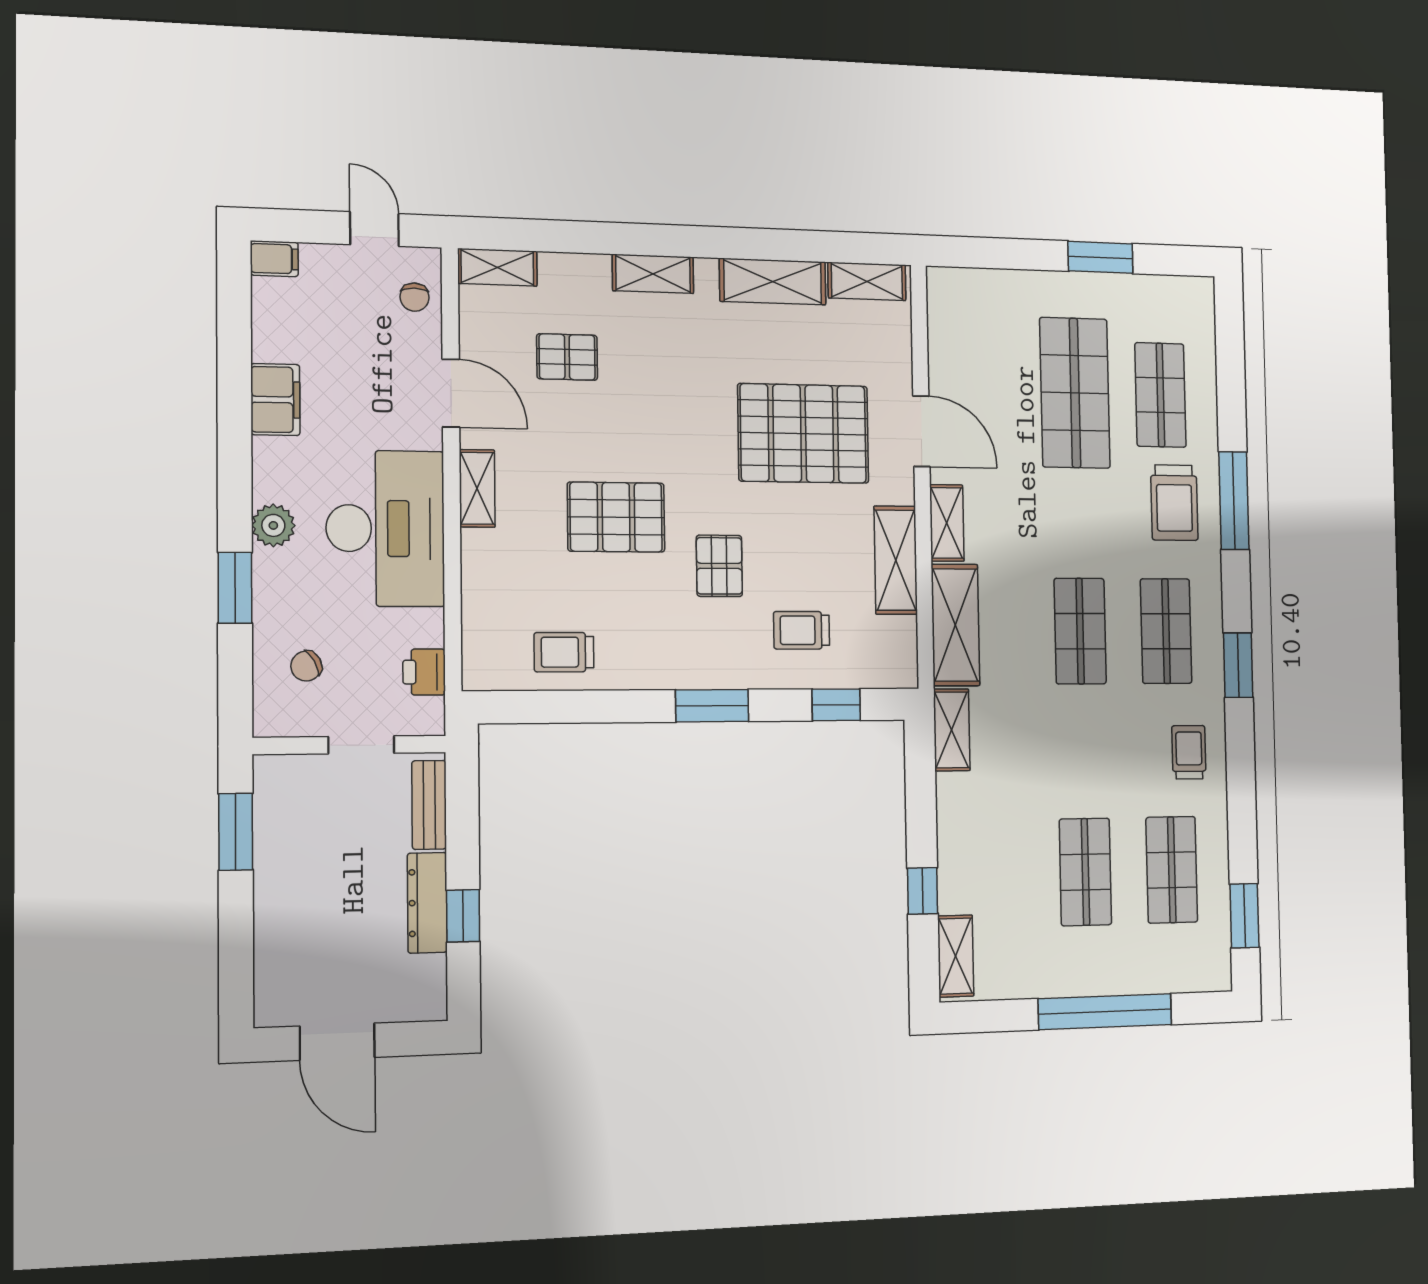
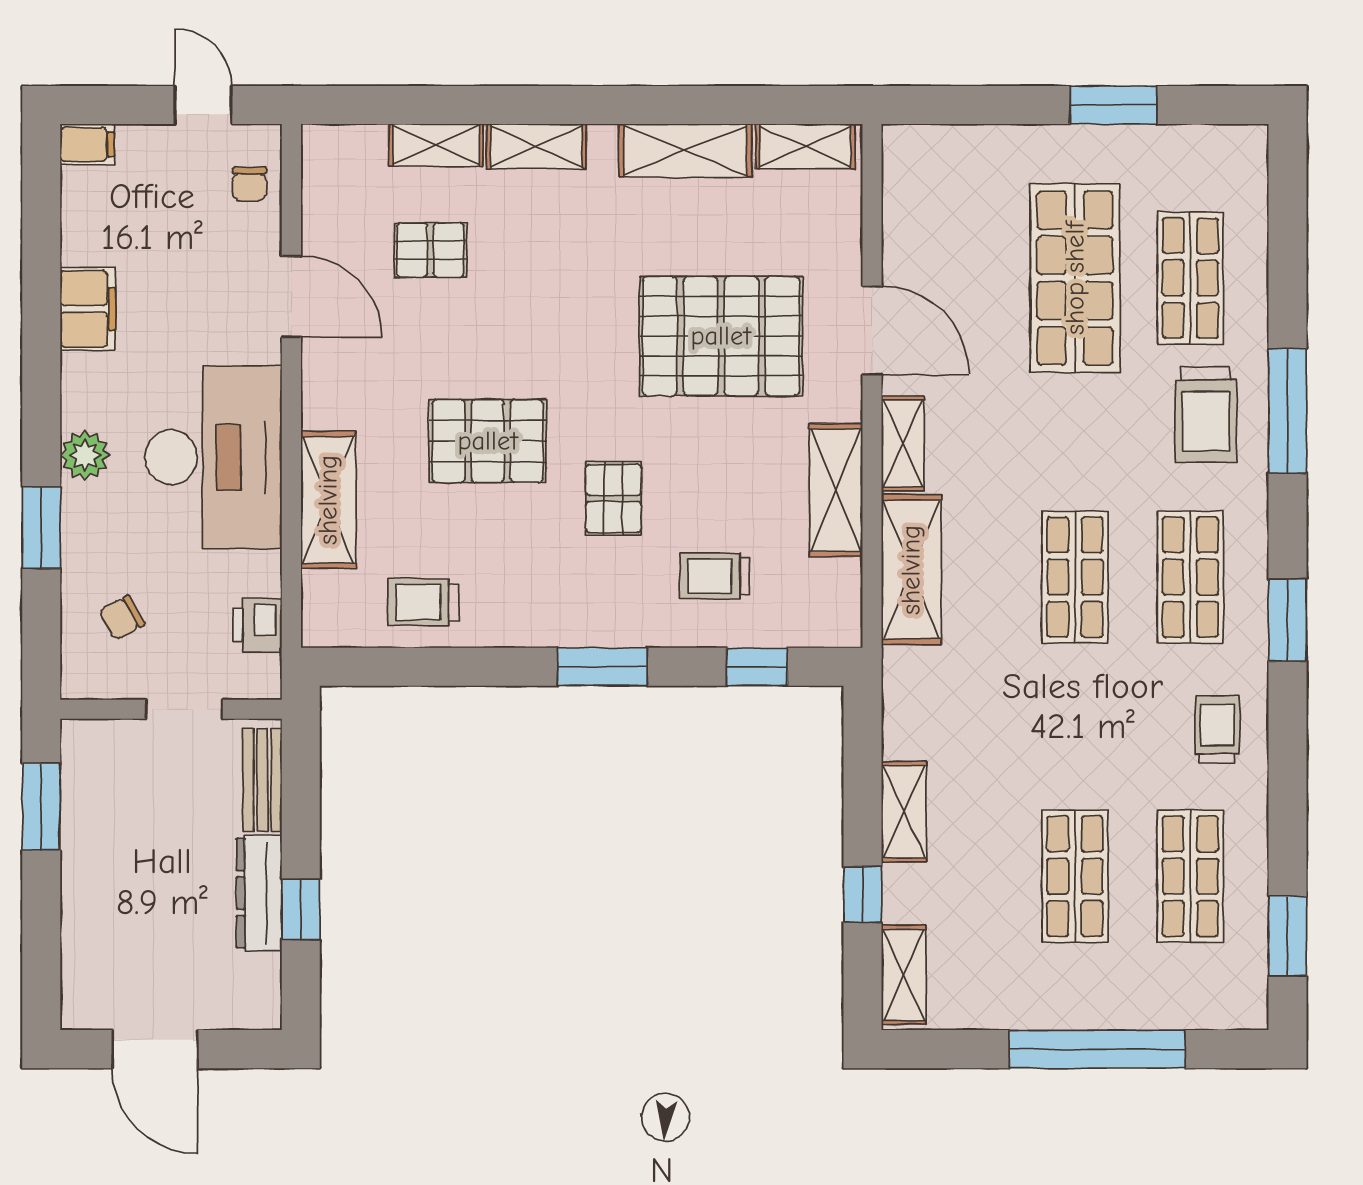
shelving: (497, 267) -> (436, 145), moved
shelving: (477, 488) -> (328, 500), moved, width x1.50, depth x1.33
shelving: (952, 730) -> (904, 812), moved

